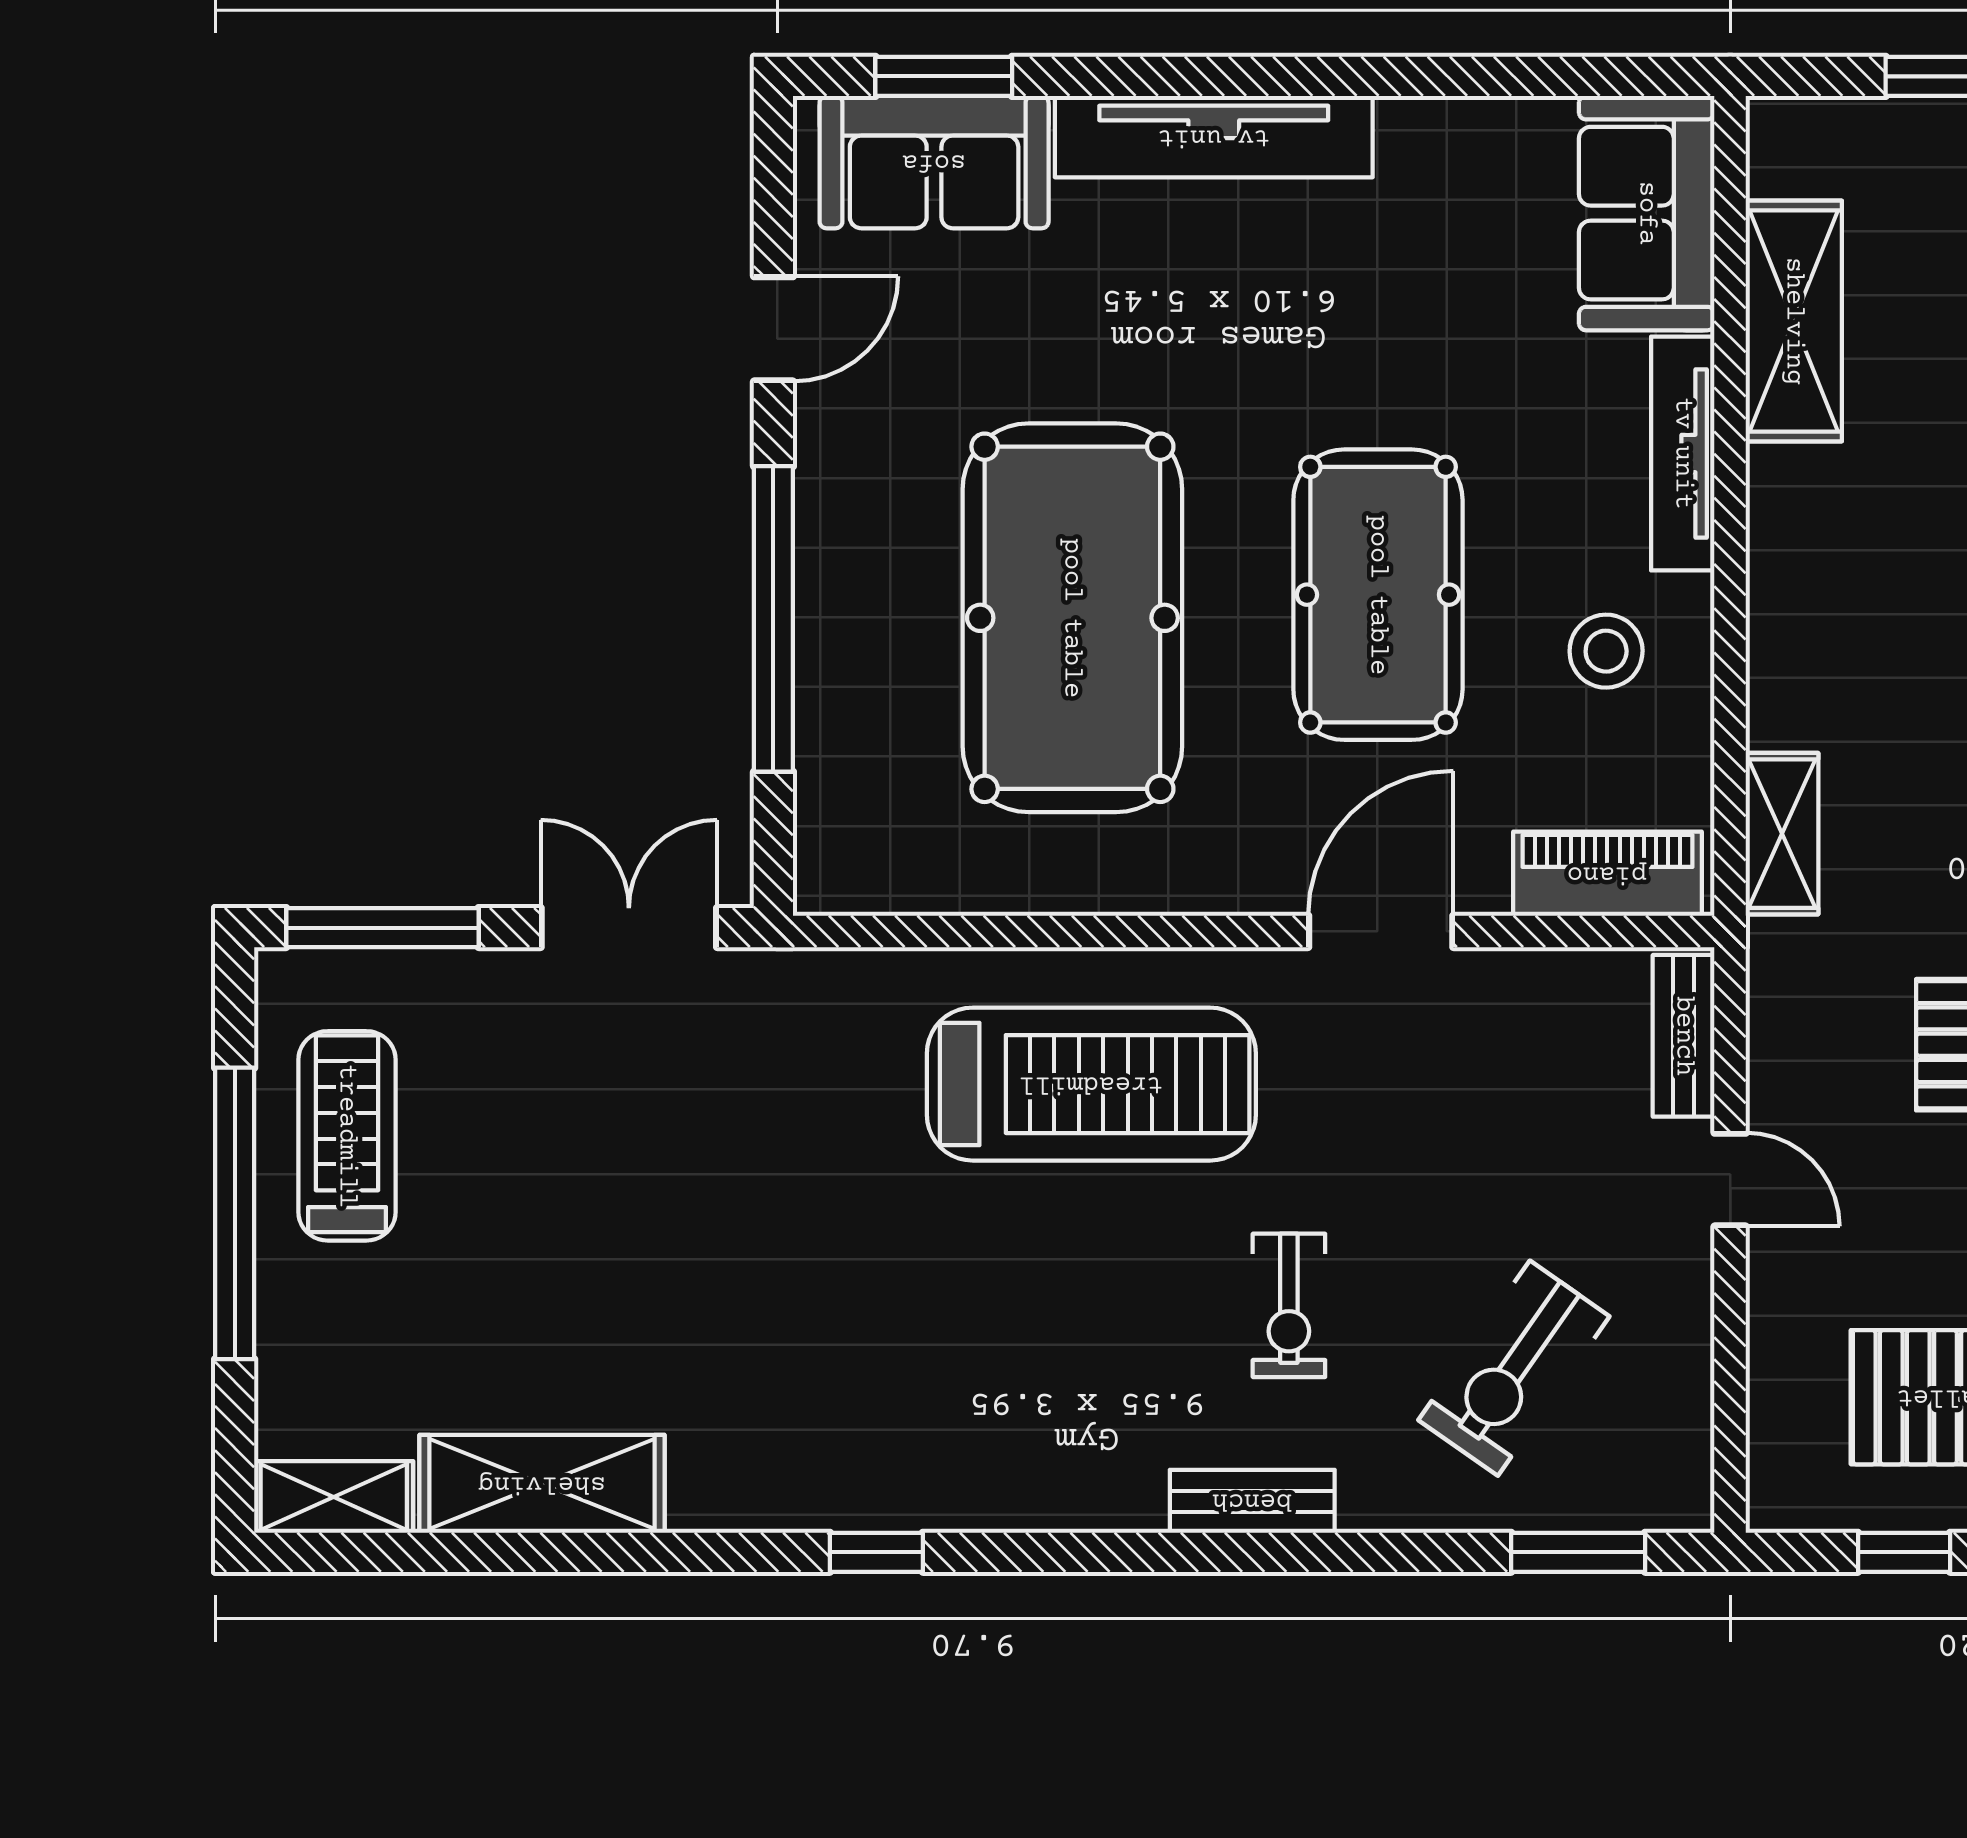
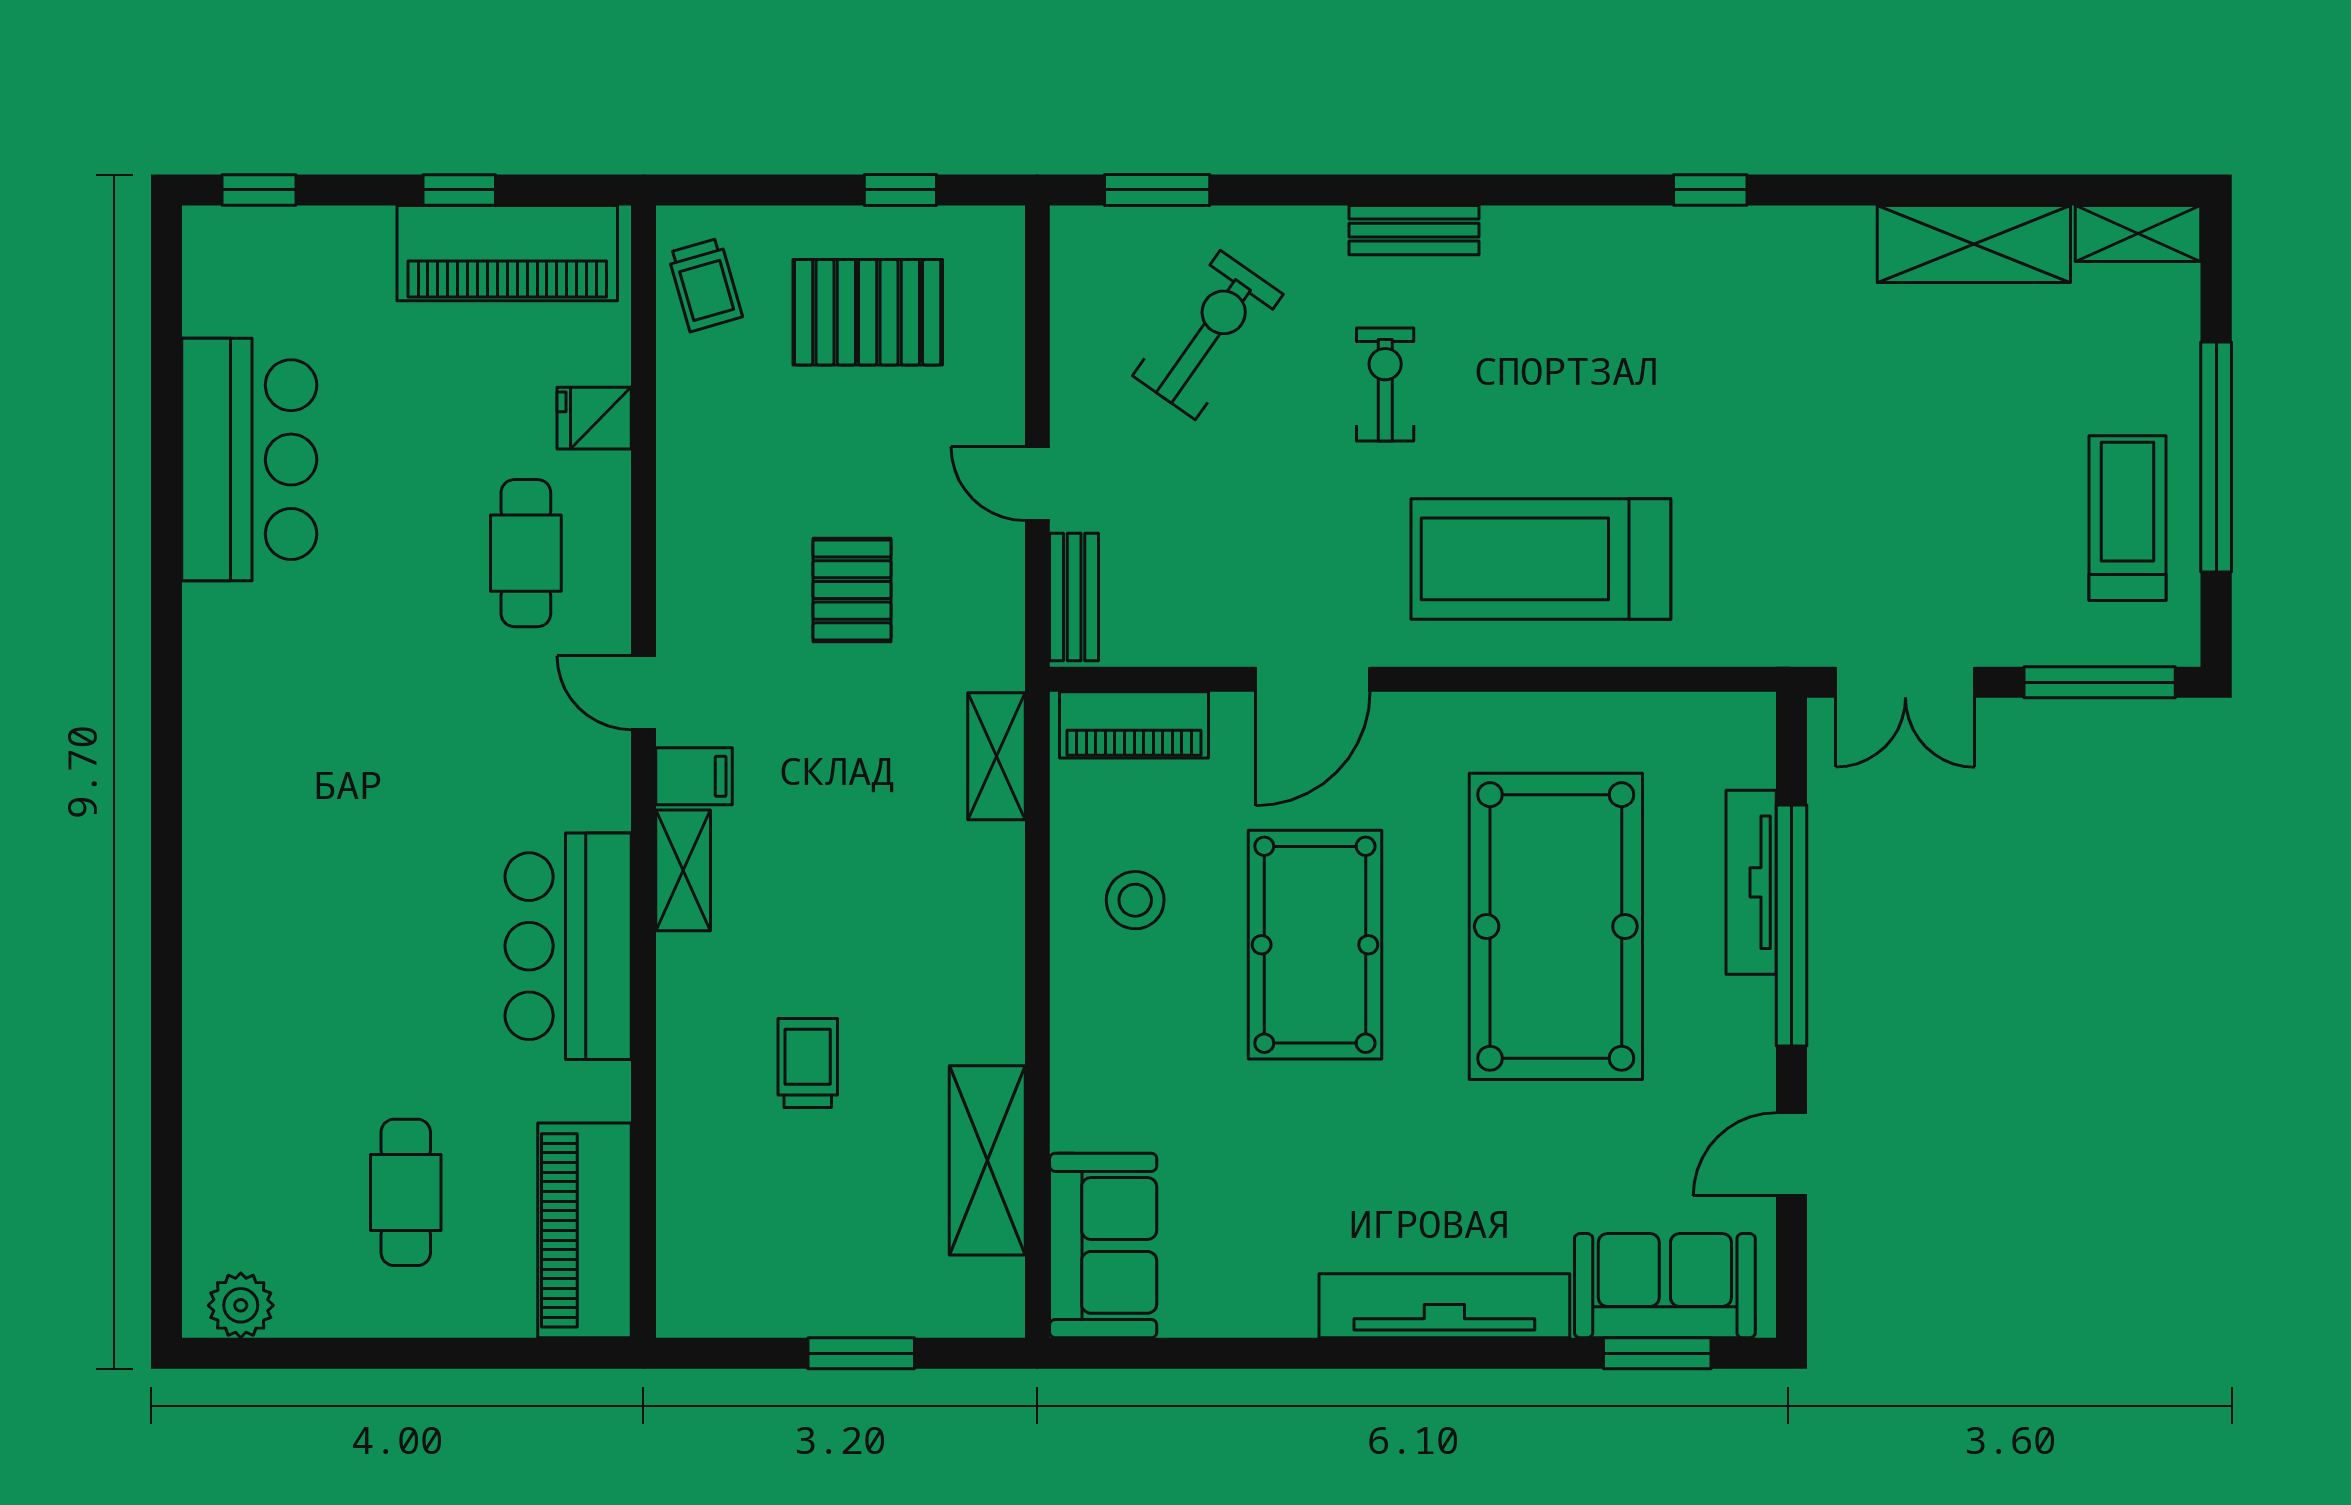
tv unit: (1683, 453) -> (1751, 882), moved, turned 180
treadmill: (347, 1136) -> (2128, 518), turned 180

